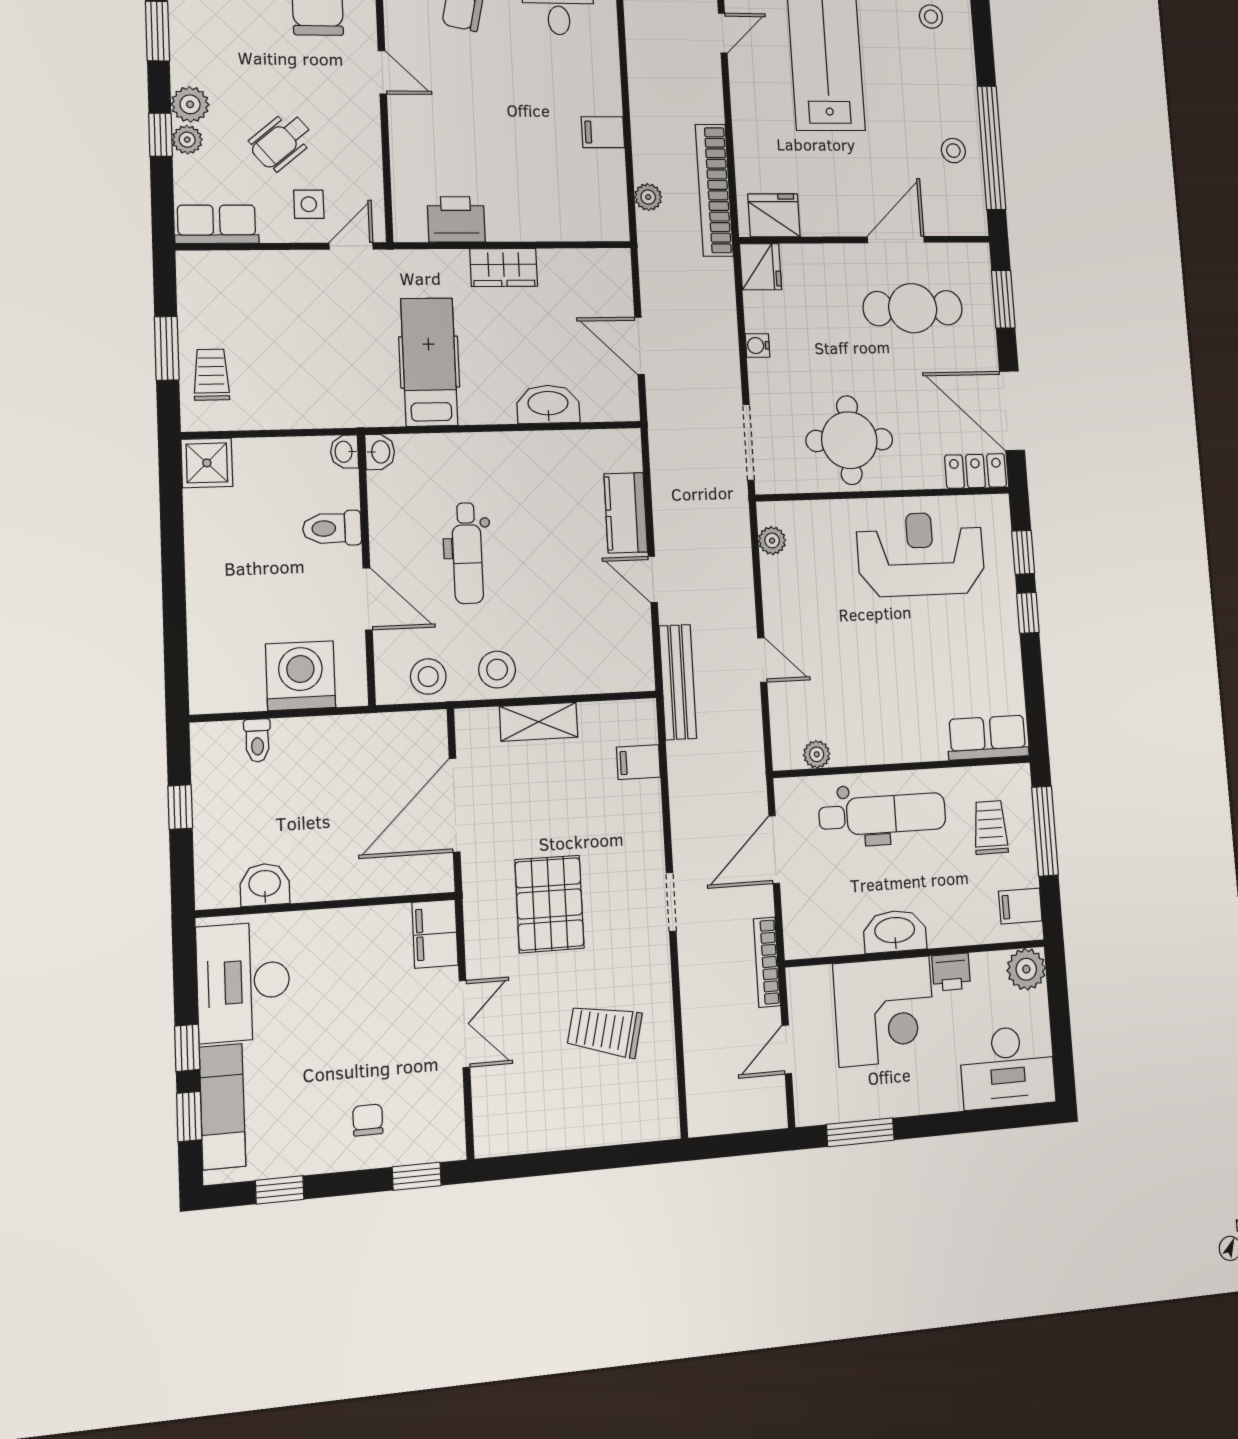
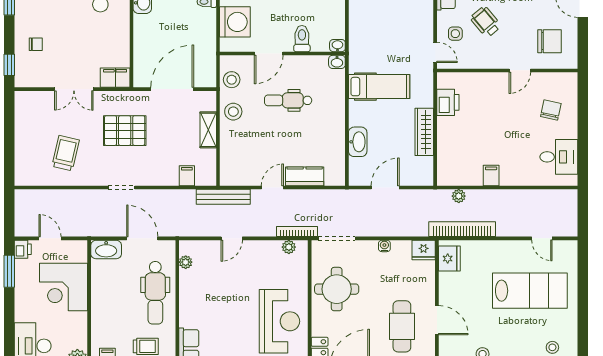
wardrobe: (504, 267) -> (424, 132), width x1.50
door: (455, 805) -> (172, 89), hinge flipped
washbasin: (895, 931) -> (106, 250), moved, turned 90
bookcase: (767, 962) -> (297, 232), moved
printer: (951, 972) -> (23, 249), moved, turned 180

